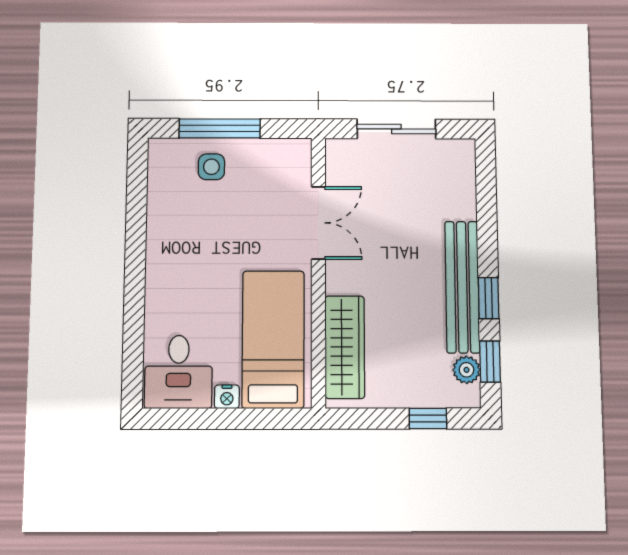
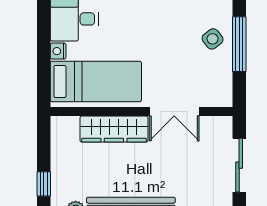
side table: (211, 167) -> (213, 39), turned -38
wardrobe: (345, 347) -> (114, 129), moved

